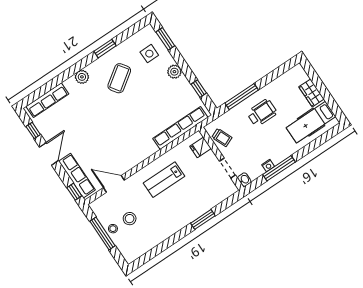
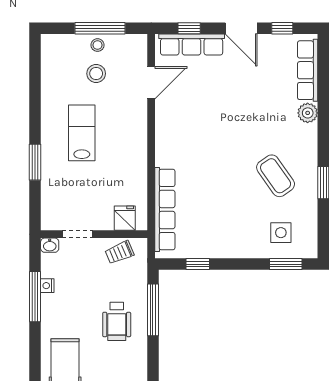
plant: (174, 72) -> (238, 248), removed
plant: (82, 77) -> (308, 113), moved
lab bench: (164, 180) -> (82, 133), moved
window: (74, 192) -> (189, 28), moved

